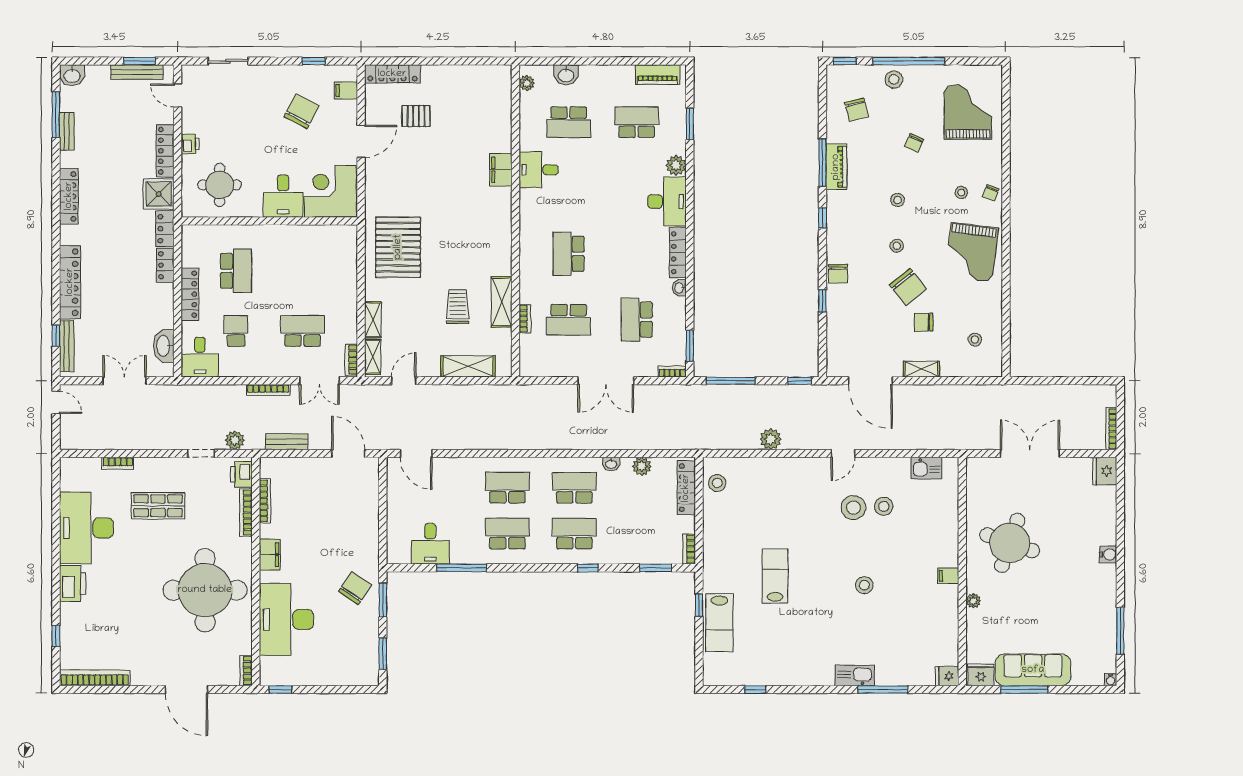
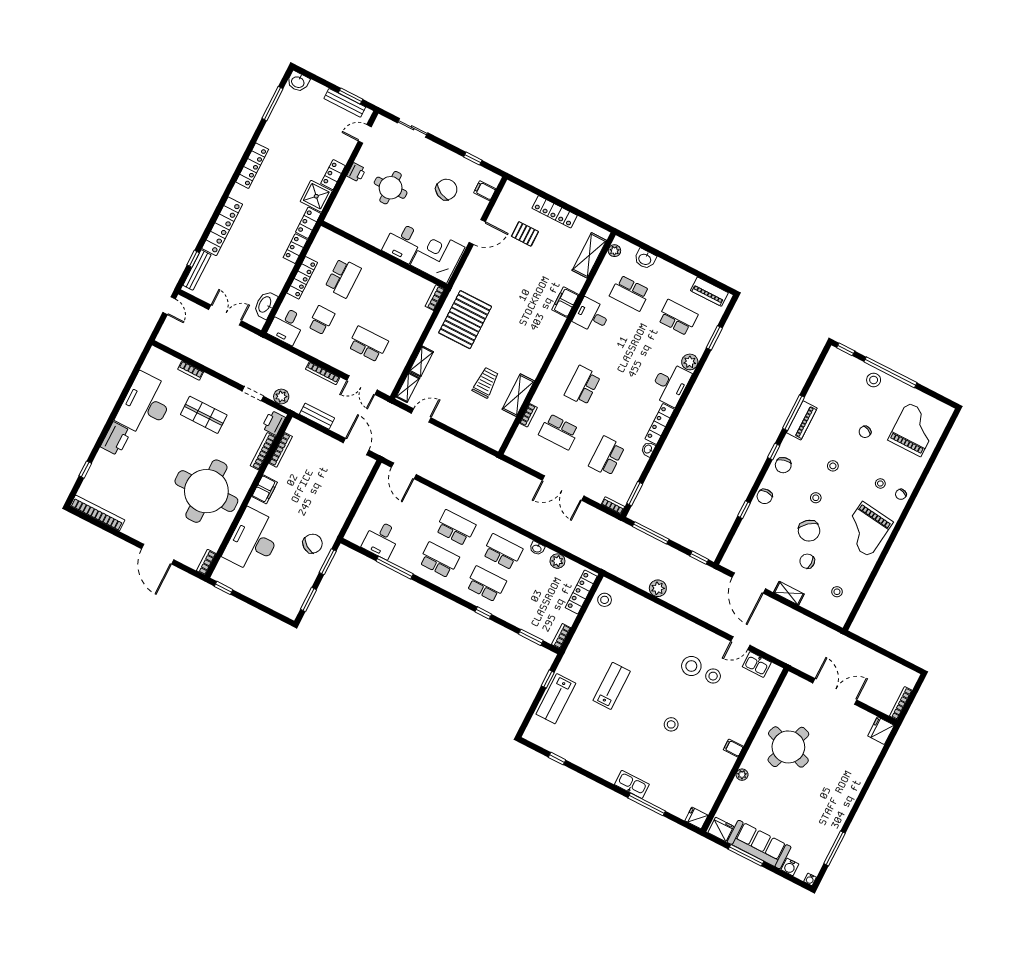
locker: (392, 74) -> (555, 212), moved
door: (178, 96) -> (365, 134), hinge flipped
chair: (856, 110) -> (783, 465), moved
bench: (67, 131) -> (274, 119), removed
locker: (165, 151) -> (333, 175), width x0.66
round table: (220, 185) -> (391, 188), moved
bookcase: (351, 360) -> (435, 298), moved
shelving: (468, 366) -> (589, 255), moved, turned 90
door: (843, 453) -> (740, 643), moved
water cooler: (1108, 555) -> (790, 867), moved, turned 90

